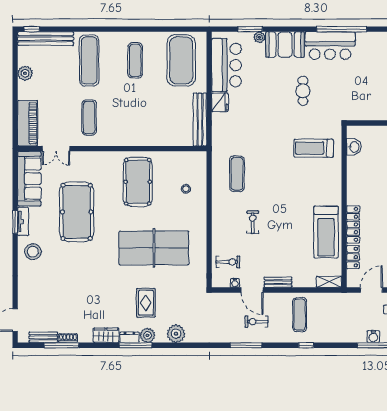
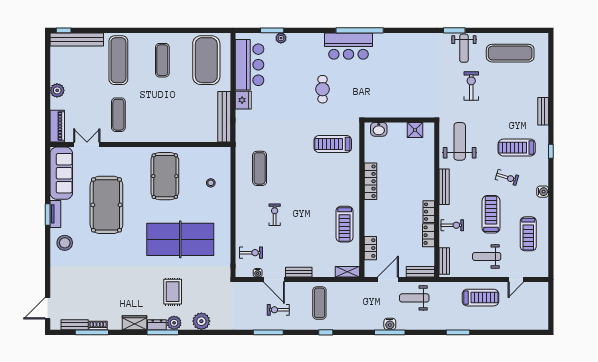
booth: (285, 45) -> (305, 45), removed
plant: (25, 73) -> (57, 90), moved
piano: (28, 123) -> (57, 126), width x0.73, depth x0.75
washbasin: (354, 147) -> (379, 129), moved, turned 90
double door: (56, 149) -> (87, 145), swing flipped
locker: (353, 224) -> (370, 181), moved
treadmill: (326, 232) -> (345, 224), width x0.73, depth x0.73

